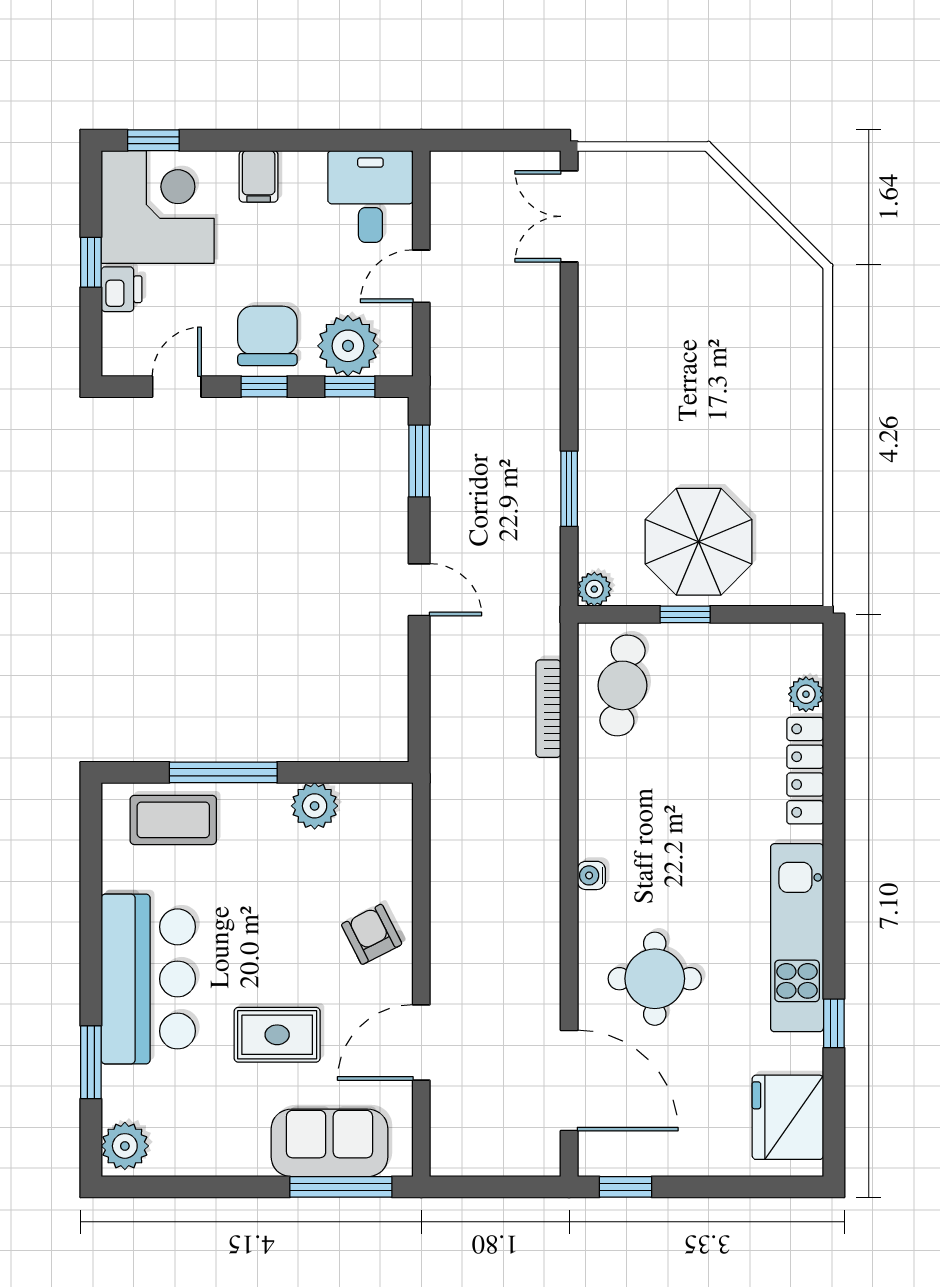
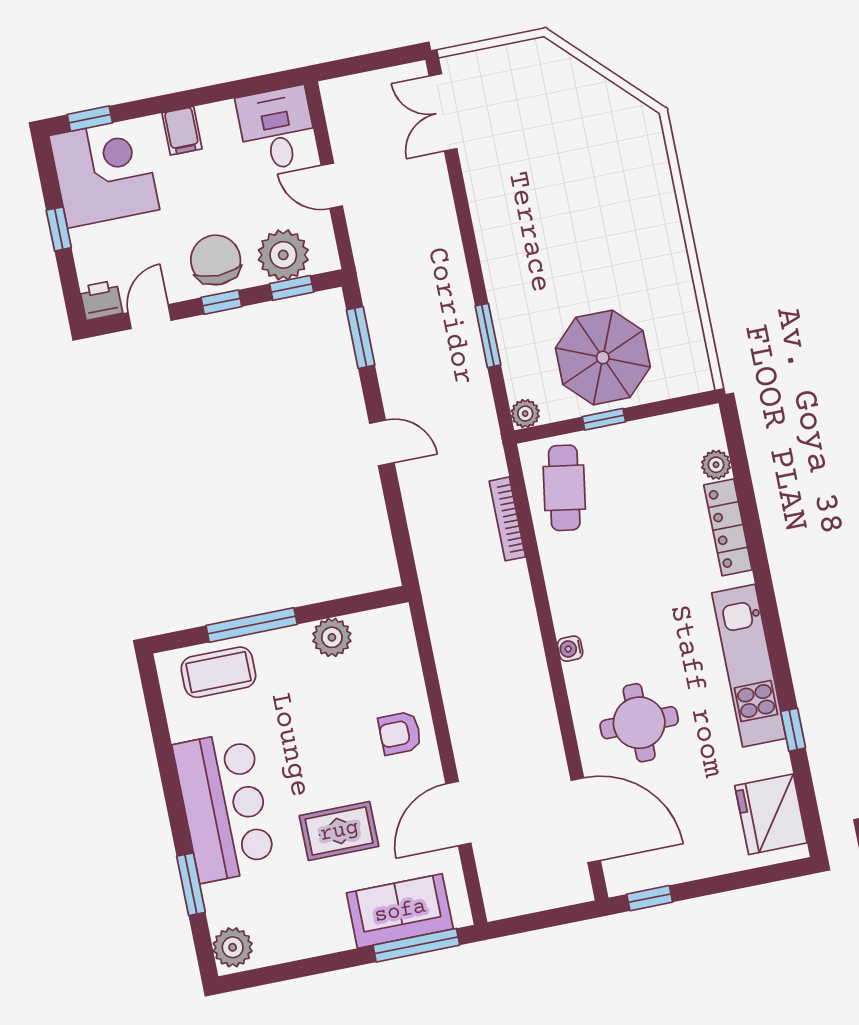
door: (421, 276) -> (332, 186), hinge flipped
printer: (121, 289) -> (101, 300), moved, turned -90
armchair: (372, 934) -> (400, 733), turned -63

